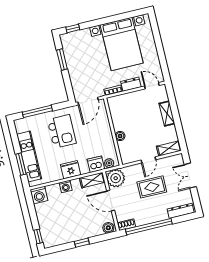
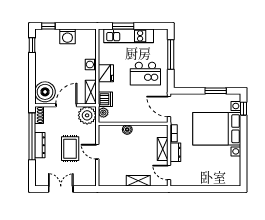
bed with nightstands: (122, 44) -> (217, 129), moved
door: (152, 86) -> (169, 172), swing flipped
shelving: (169, 148) -> (163, 149), moved
double door: (190, 176) -> (61, 189), moved
washing machine: (39, 195) -> (67, 36), moved, turned -90
dresser: (181, 211) -> (40, 145), moved
boiler: (108, 228) -> (45, 92), width x1.86, depth x1.86
window: (82, 243) -> (32, 45), moved

